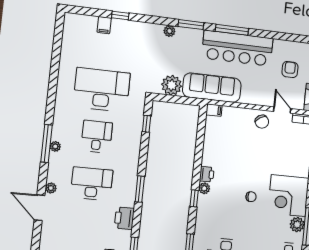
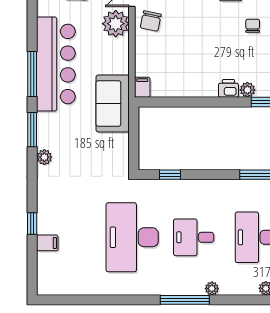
plant: (172, 85) -> (116, 24), moved
sofa: (212, 88) -> (113, 103), width x0.73
chair: (262, 122) -> (151, 21), turned 134
window: (46, 143) -> (185, 300), moved

